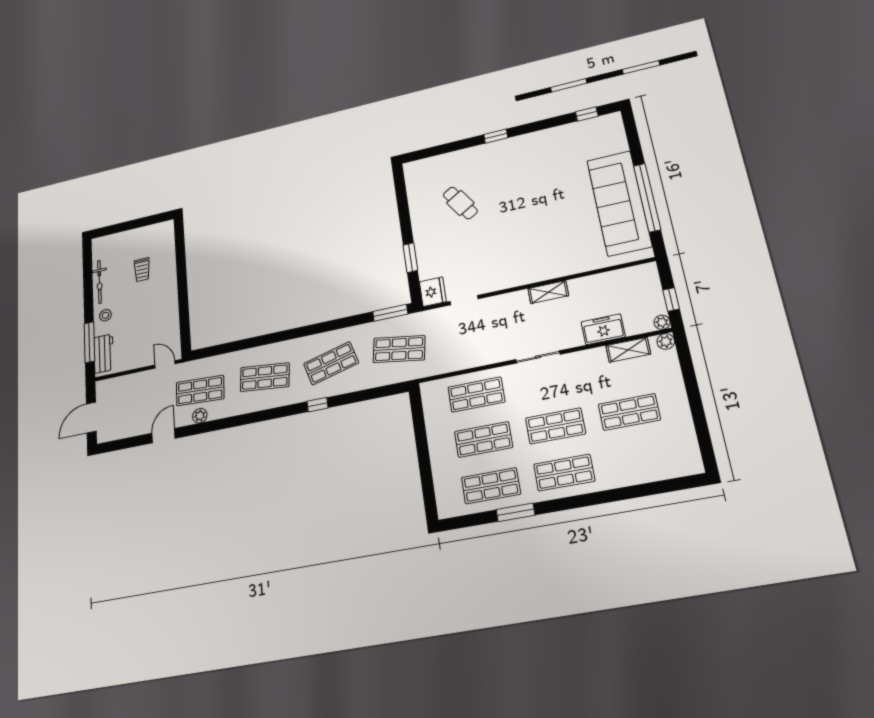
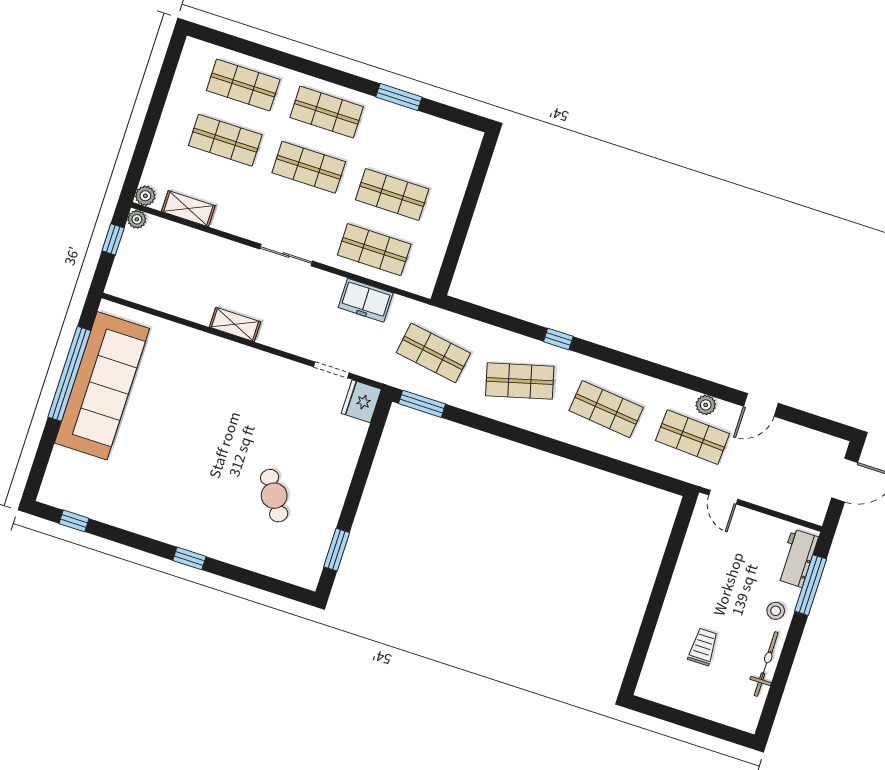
window: (410, 258) -> (337, 550), moved
freezer: (603, 329) -> (366, 300), moved
shop shelf: (491, 486) -> (243, 85), moved

